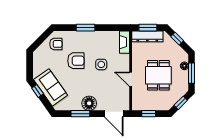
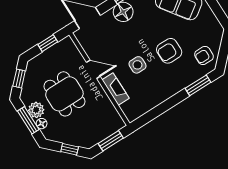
window: (86, 28) -> (198, 85), moved
dresser: (147, 36) -> (105, 130), removed
fireplace: (124, 42) -> (116, 89), moved
plant: (182, 76) -> (36, 110), added

